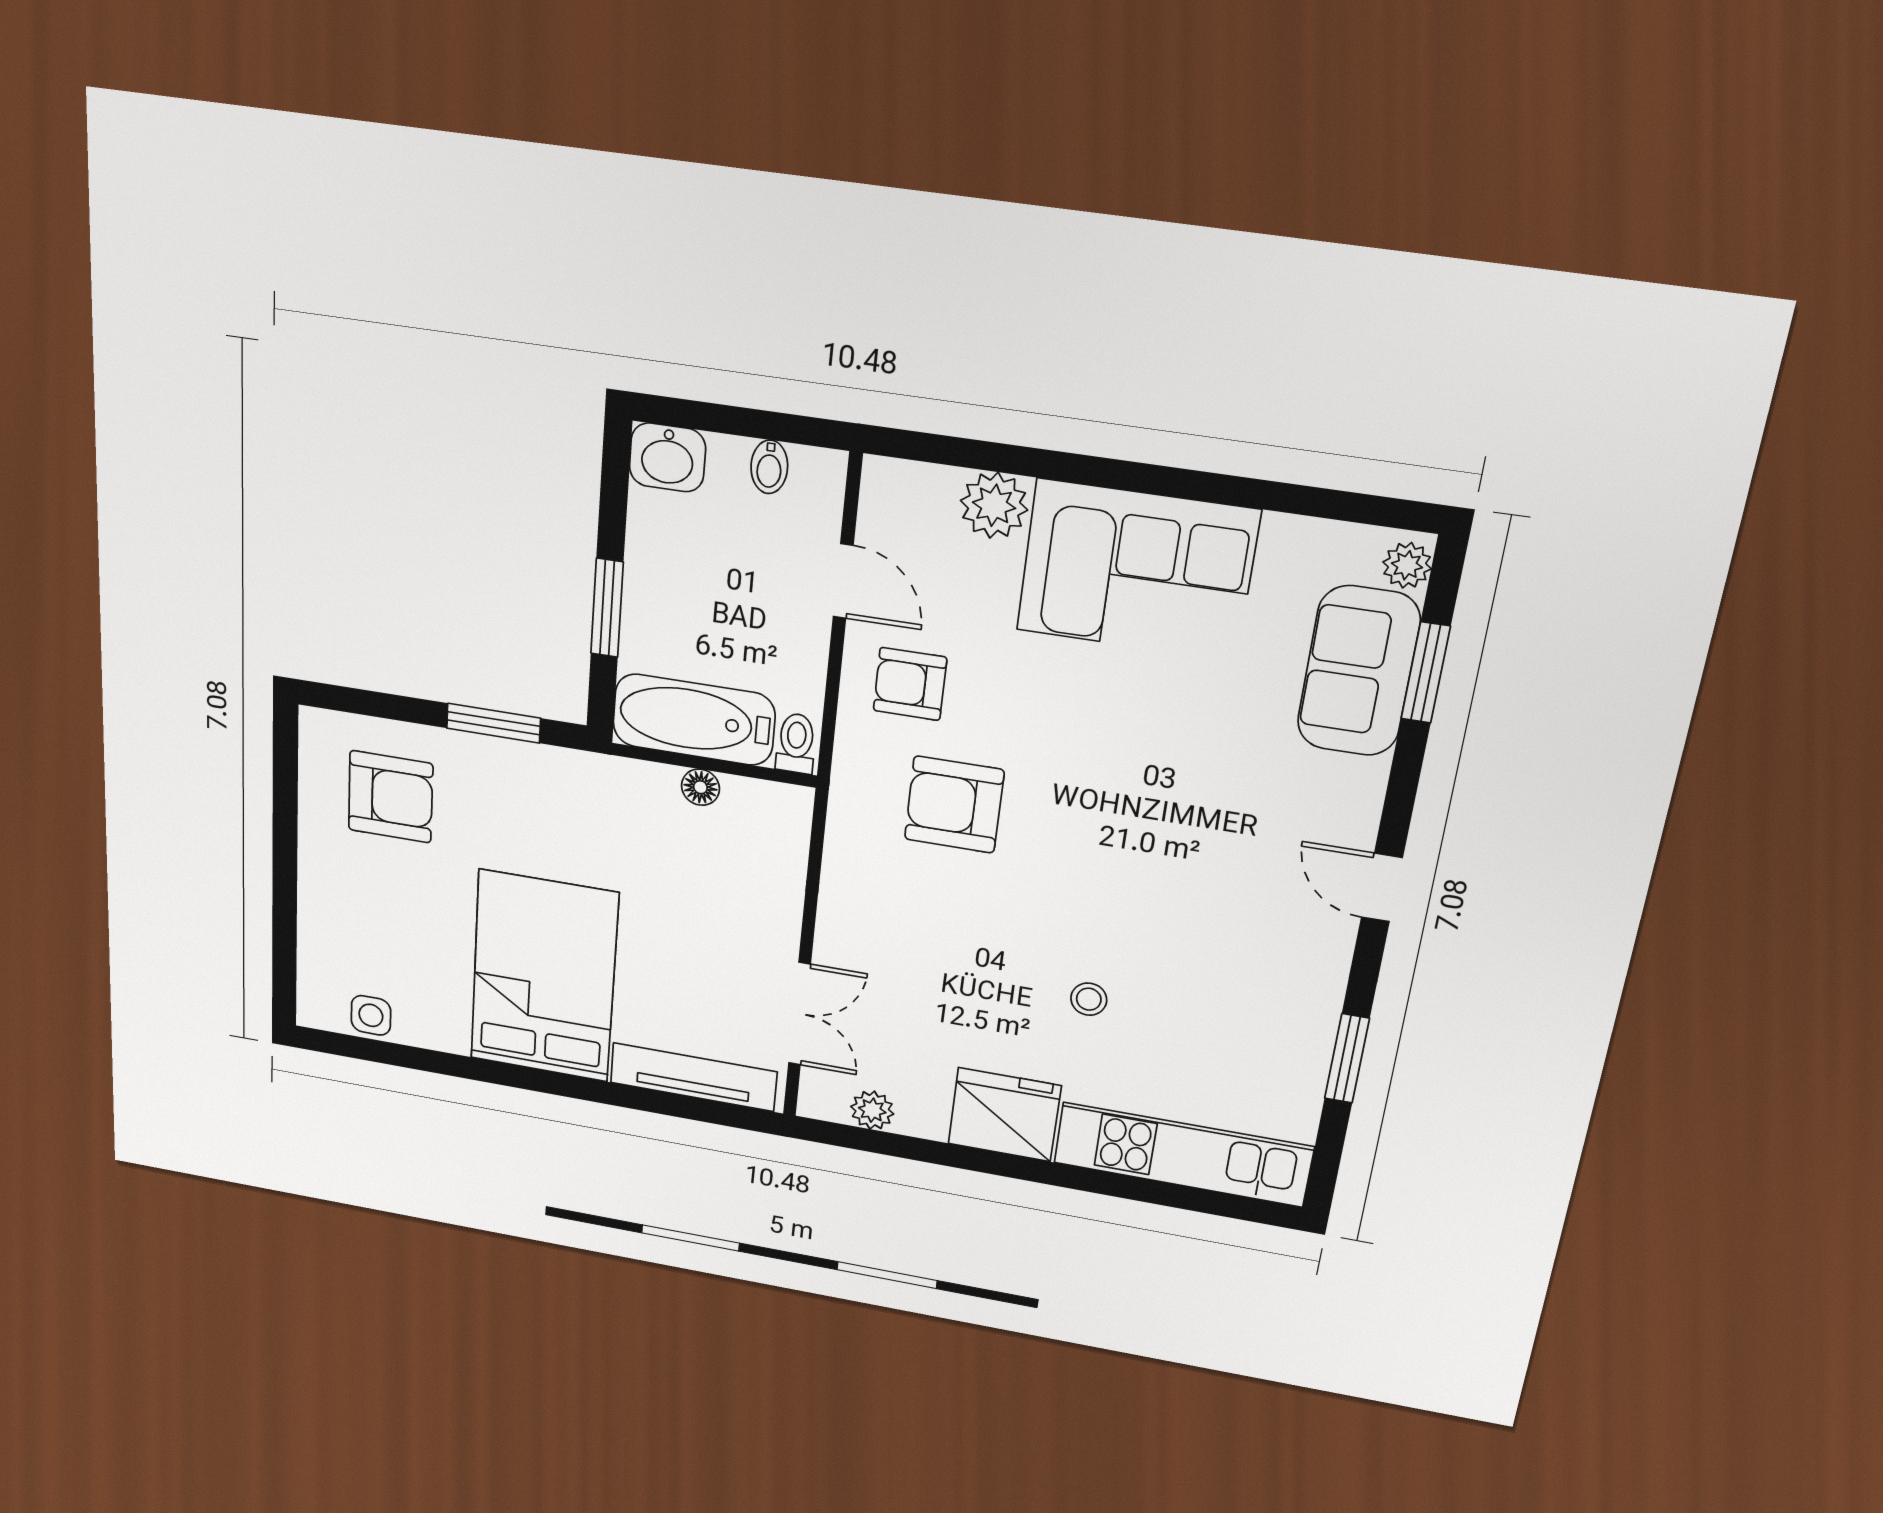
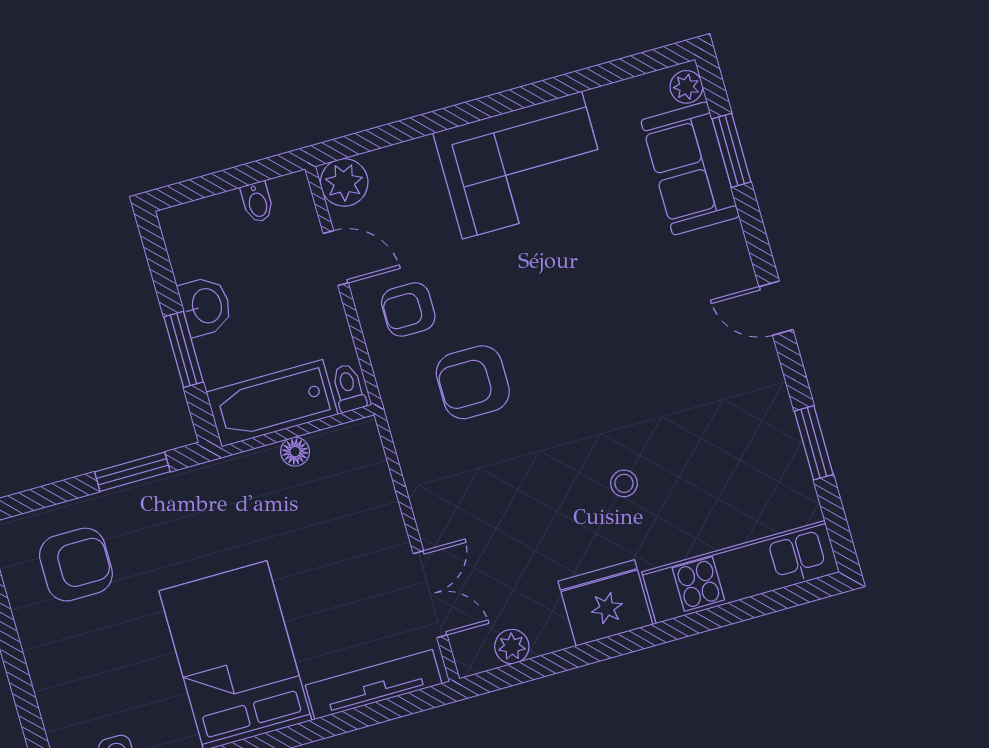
washbasin: (667, 457) -> (206, 306), moved, turned -90
plant: (994, 505) -> (344, 182), moved

